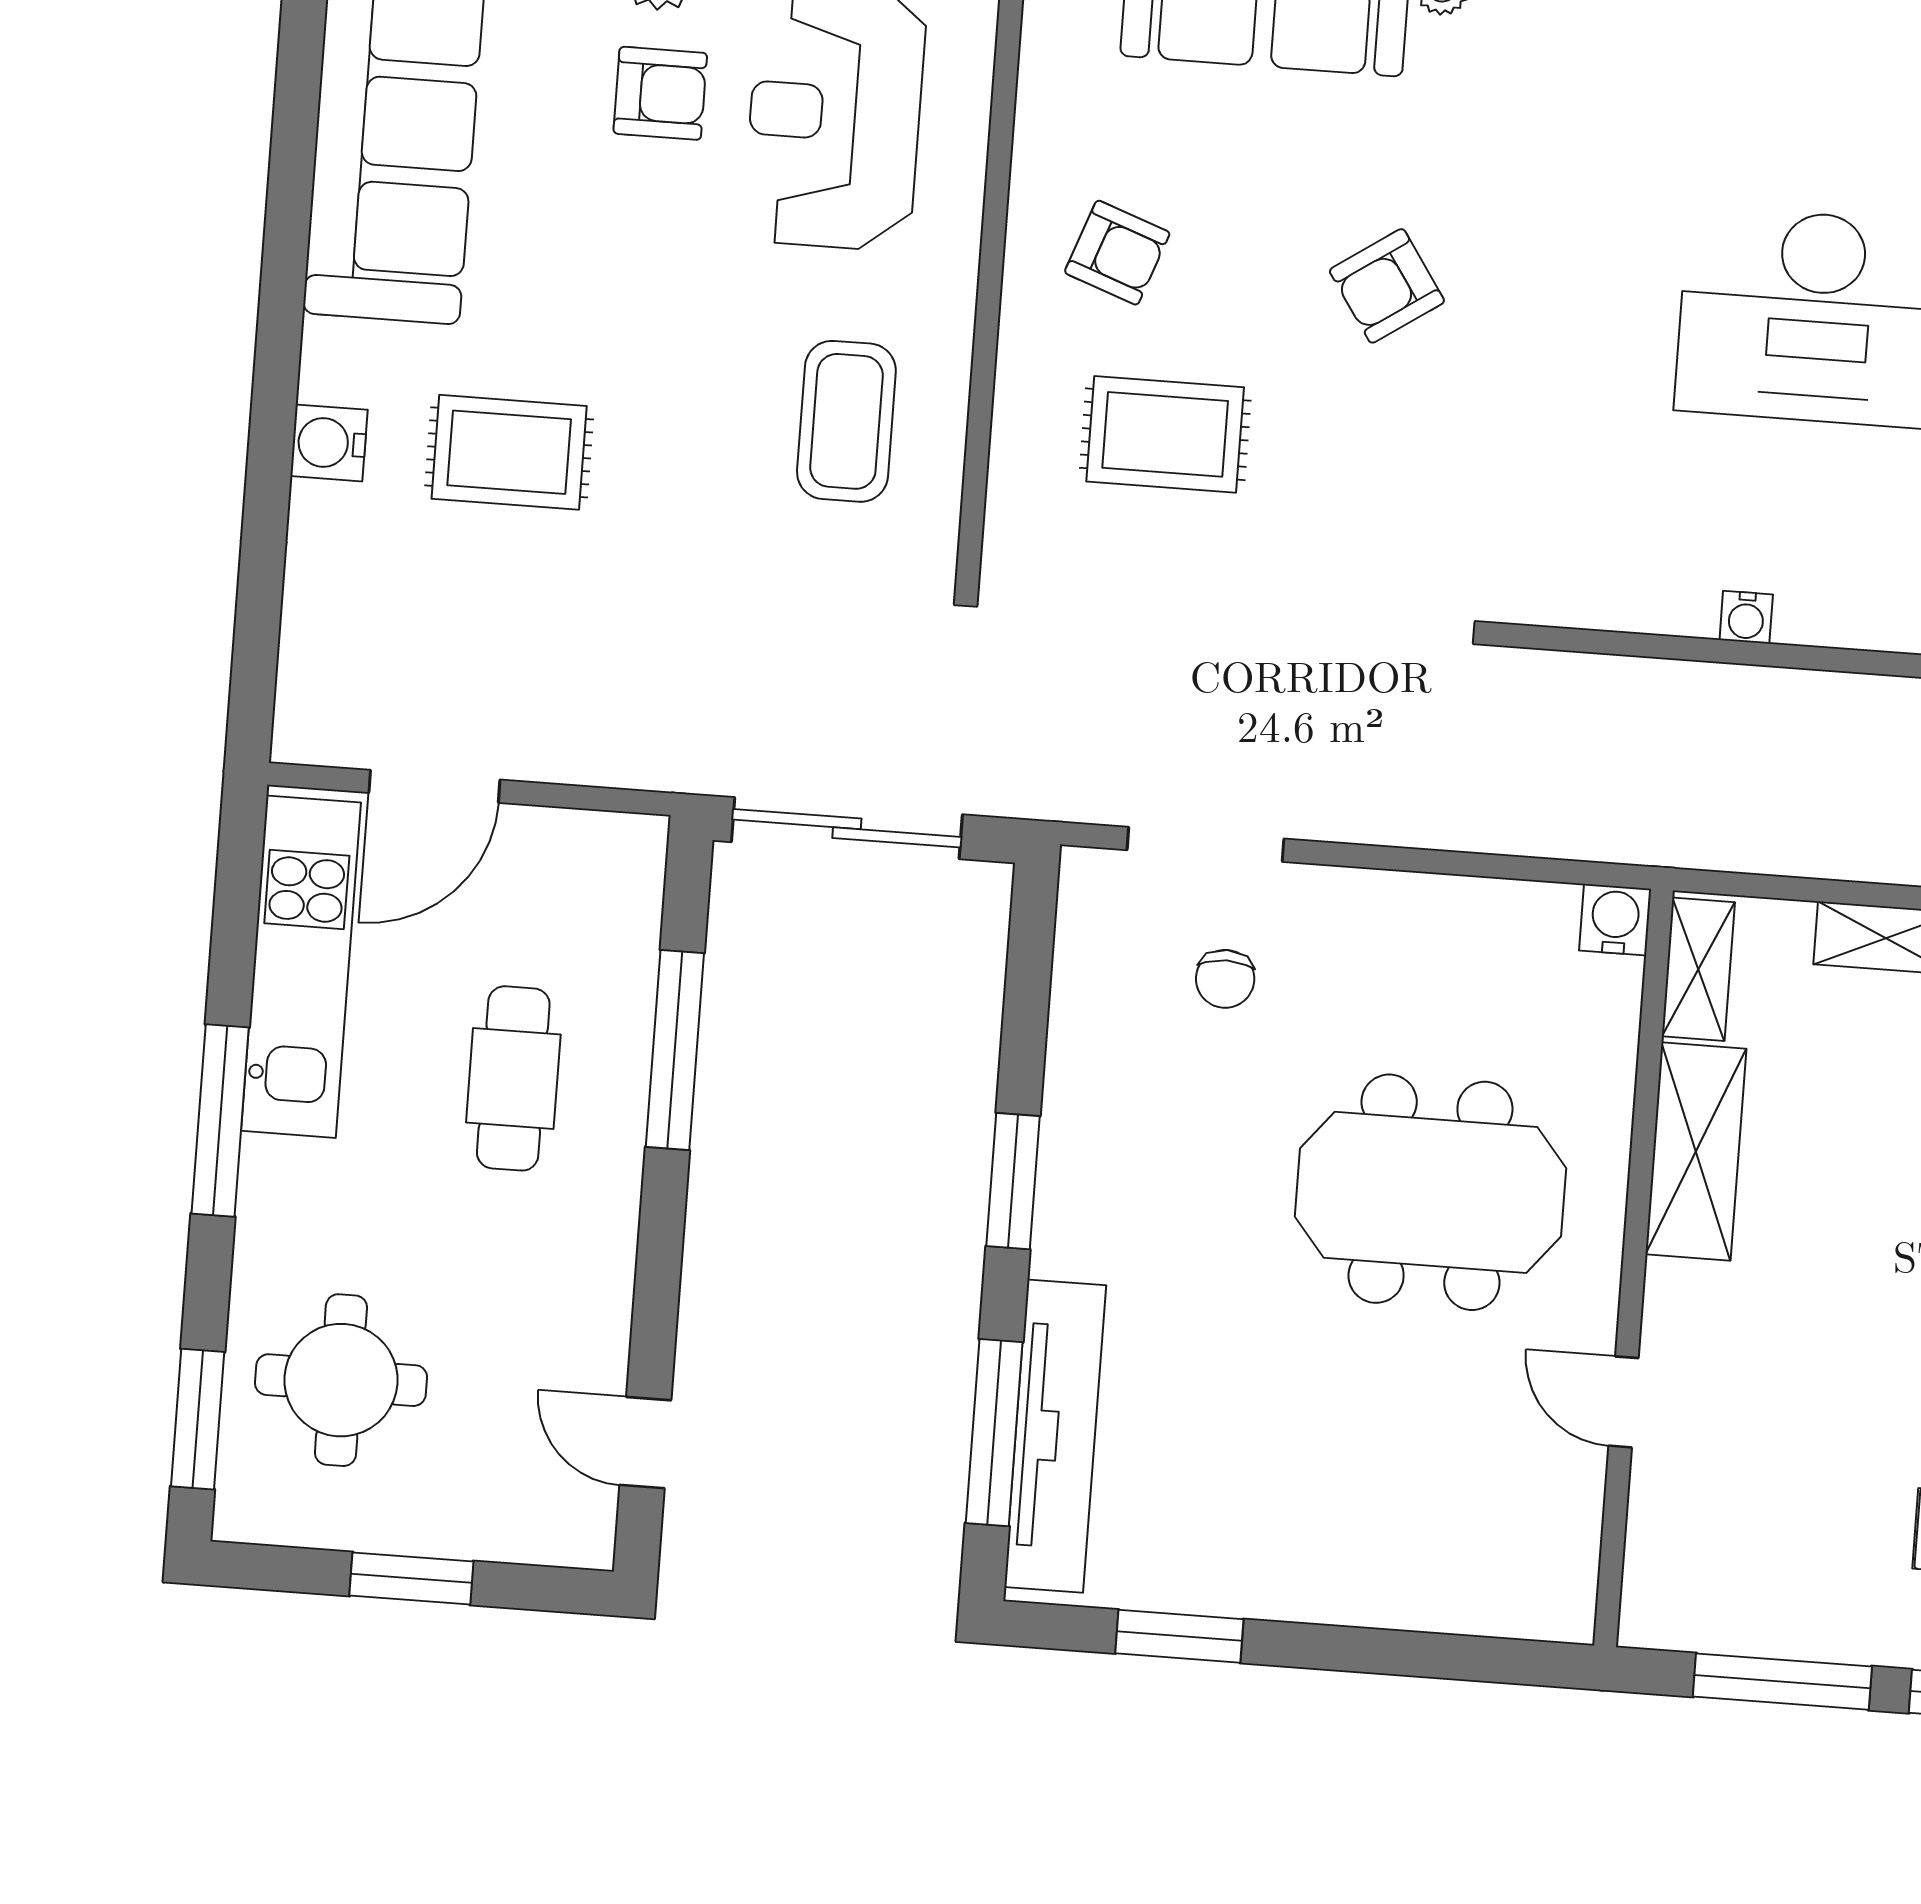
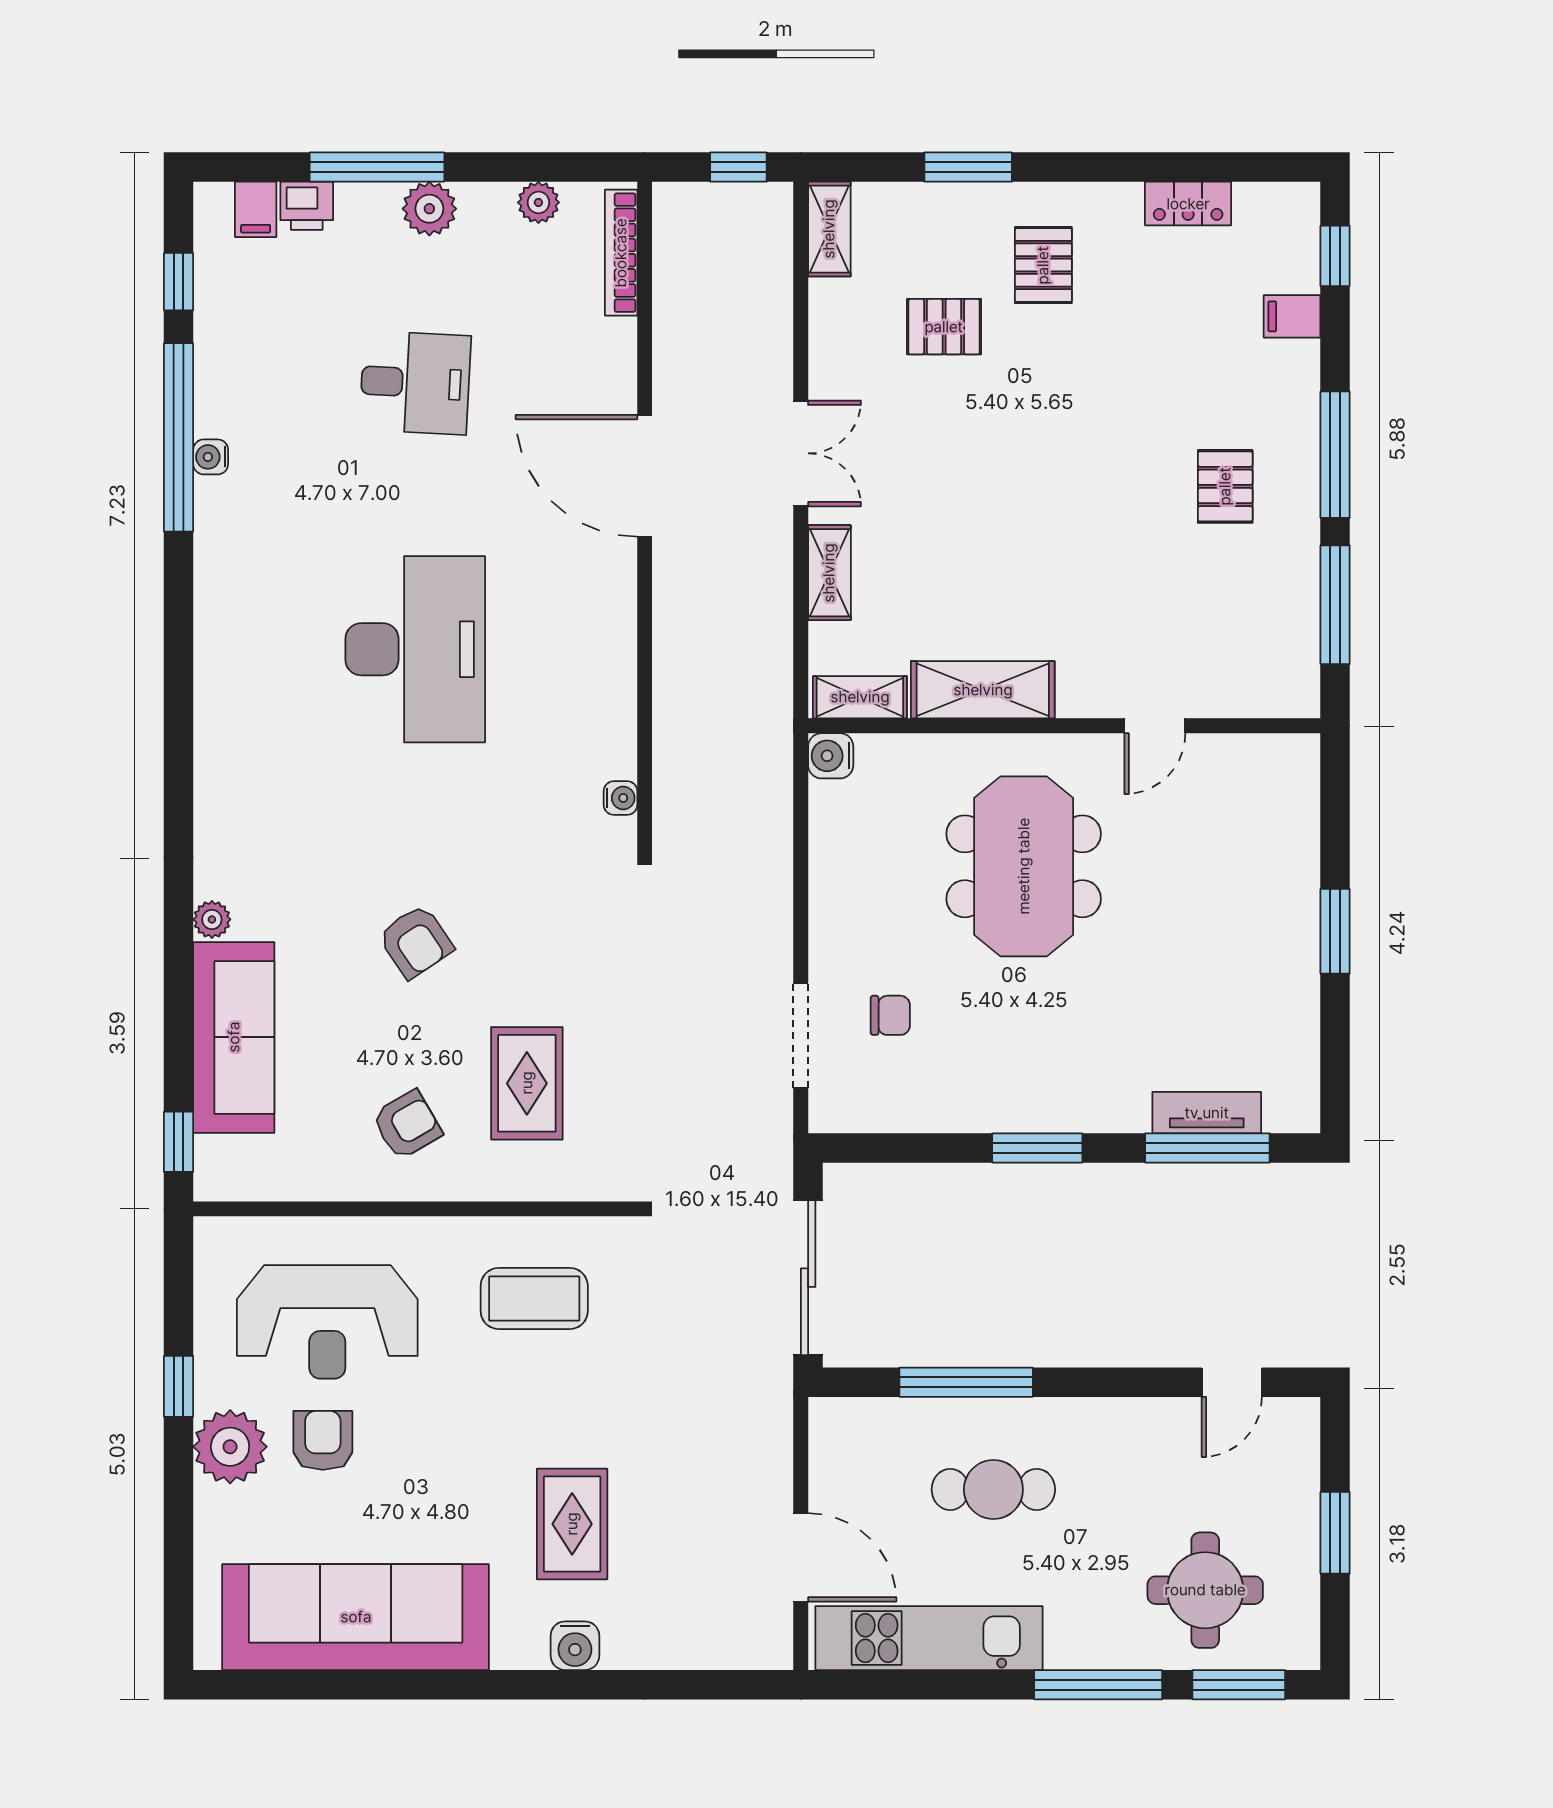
armchair: (1117, 253) -> (407, 1125), turned 40
water cooler: (1746, 617) -> (621, 798), moved
window: (220, 1121) -> (1098, 1685), moved
tv unit: (1055, 1436) -> (1207, 1113), width x0.52, depth x0.78
window: (1179, 1636) -> (1335, 931), moved

